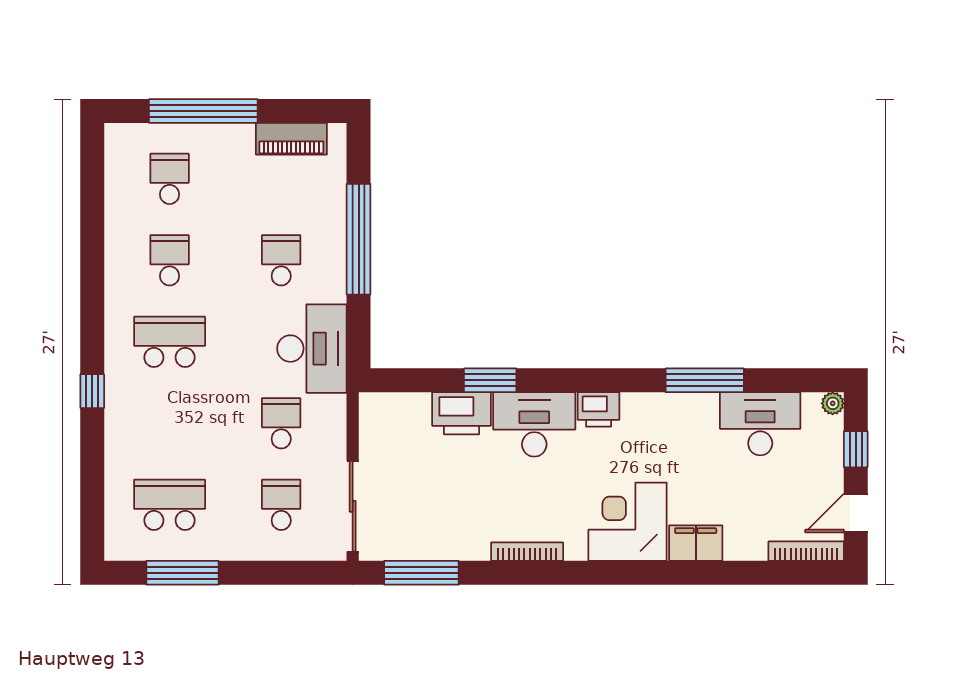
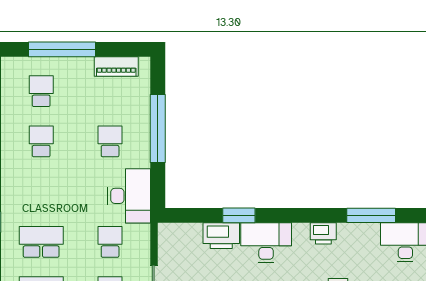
school desk: (170, 342) -> (41, 242), moved
printer: (599, 409) -> (323, 233), moved

